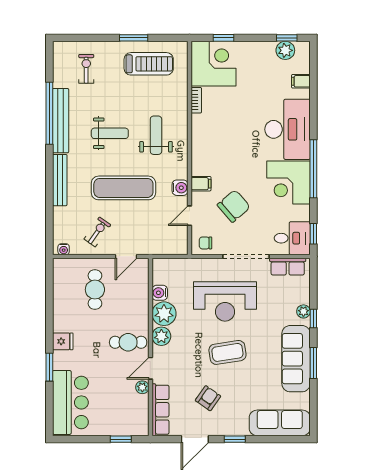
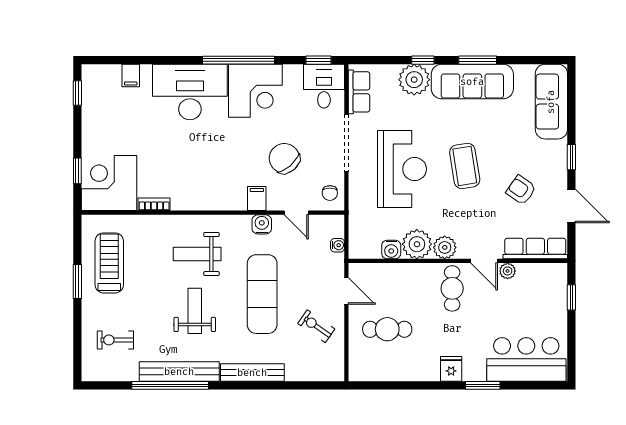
plant: (285, 50) -> (93, 95), removed
water cooler: (64, 249) -> (338, 245), moved
plant: (303, 311) -> (414, 80), width x1.87, depth x1.87

